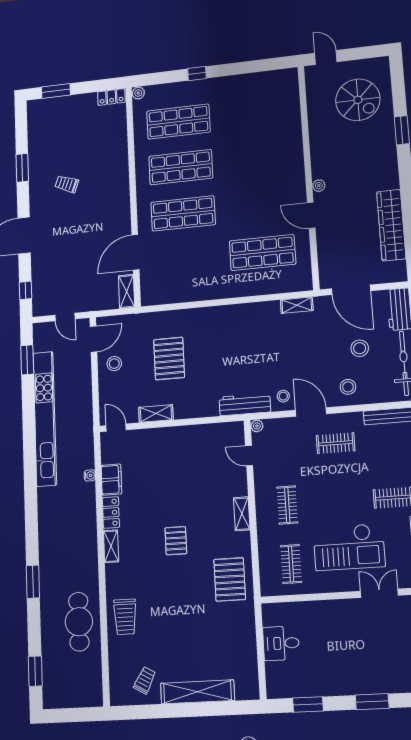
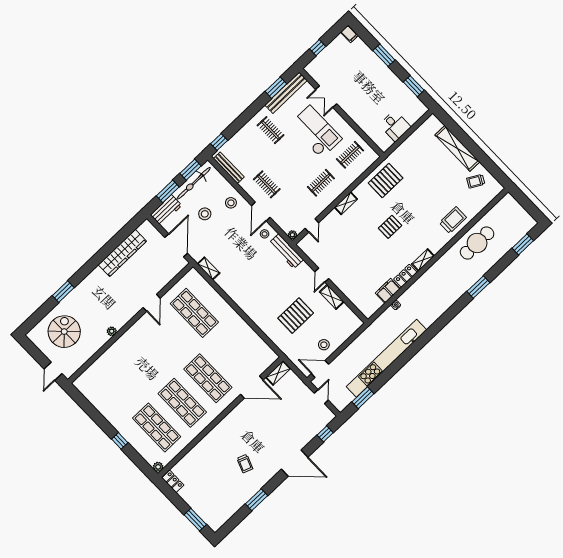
plant: (319, 186) -> (112, 331), moved
door: (116, 428) -> (322, 275), moved

